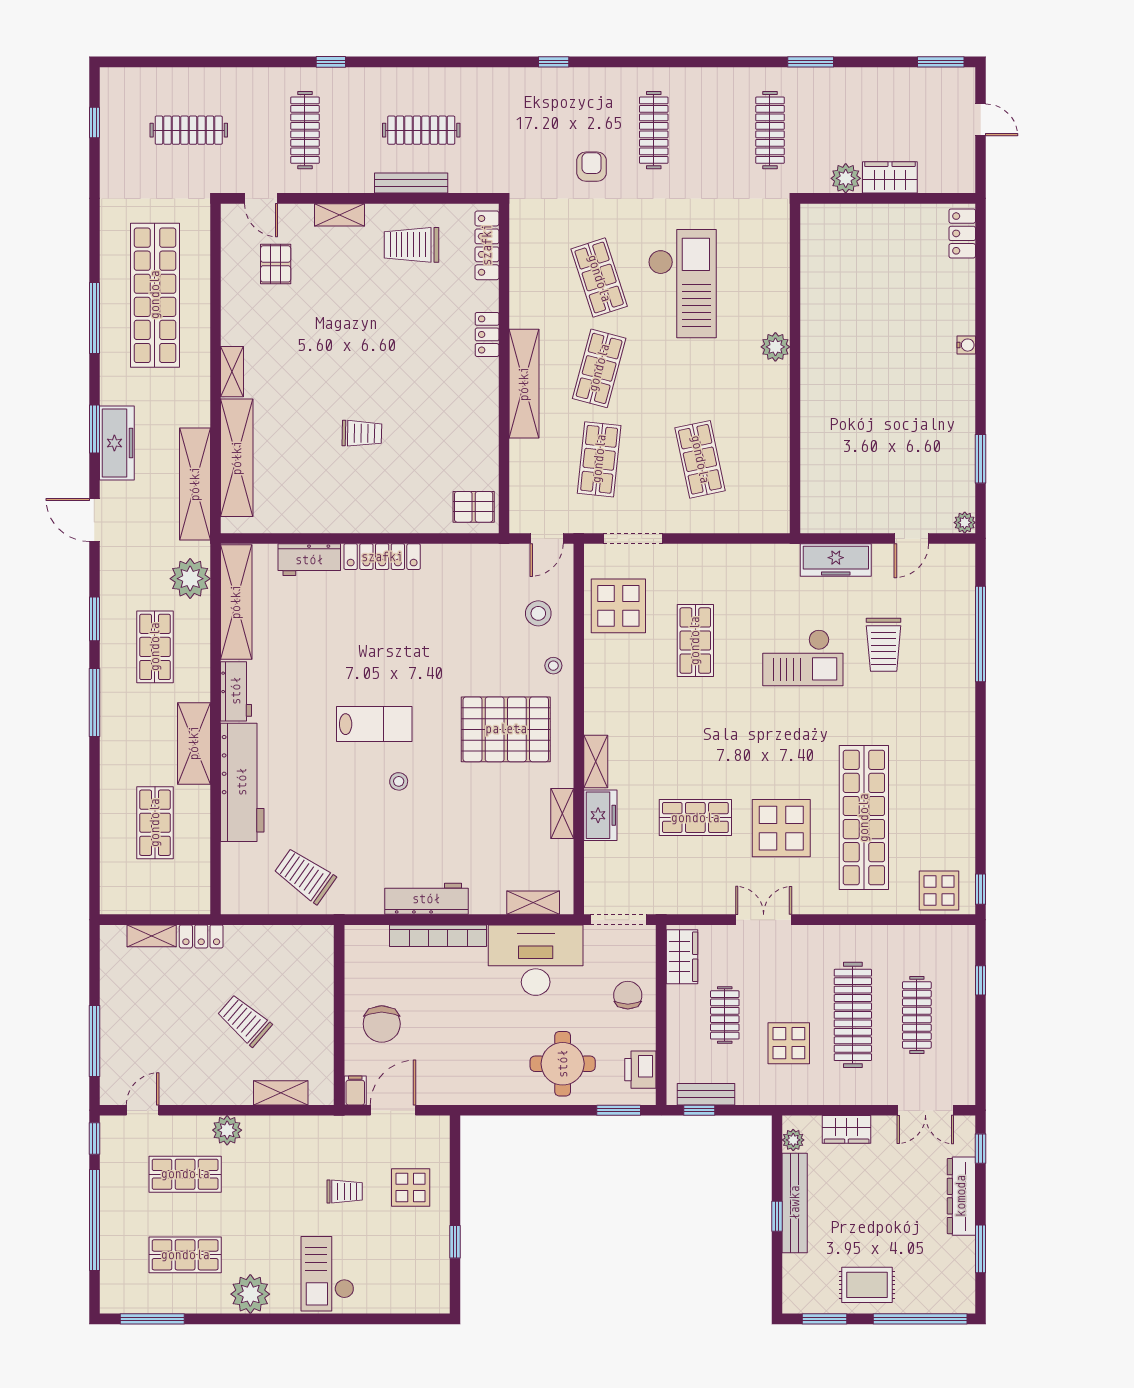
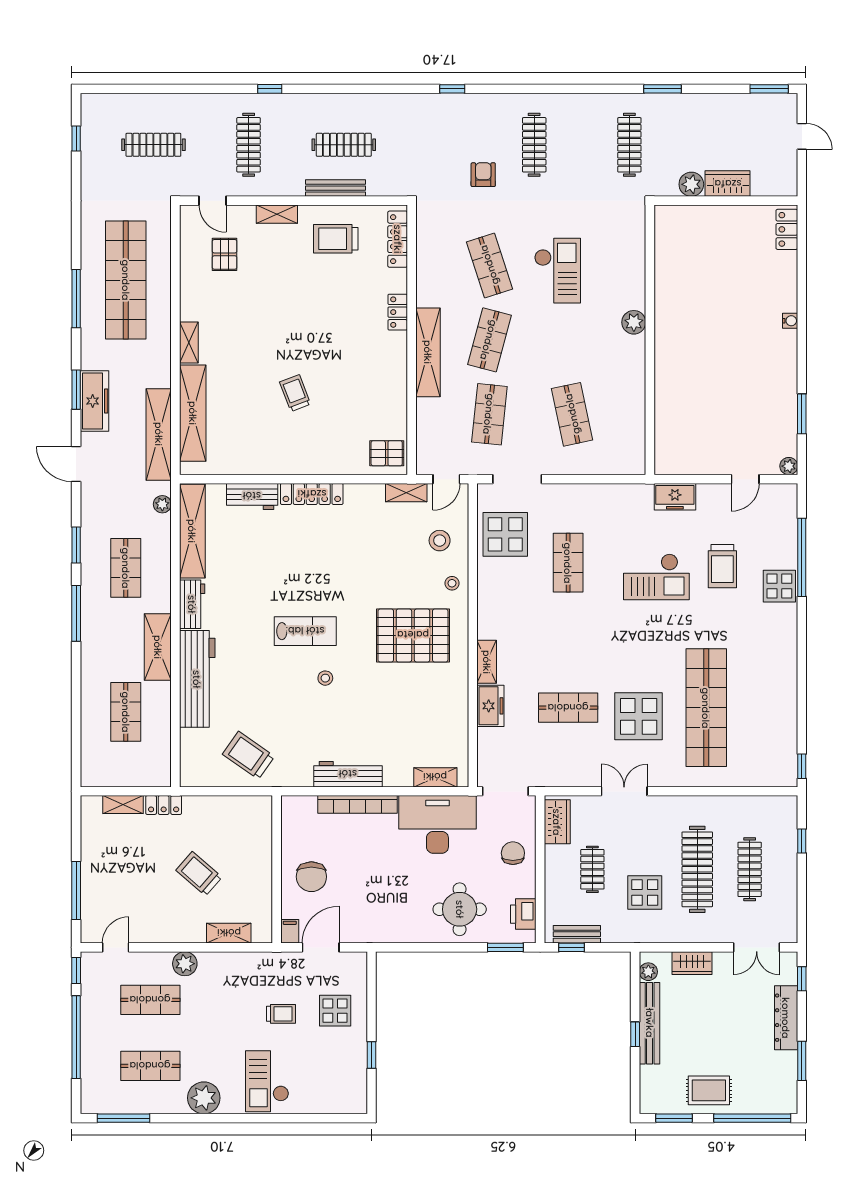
checkout: (682, 284) -> (558, 271), width x0.73, depth x0.83
trolley: (362, 433) -> (295, 393), turned -112
freezer: (836, 560) -> (675, 497), width x0.71
plant: (190, 579) -> (162, 504), width x0.53, depth x0.53
shelving: (562, 813) -> (406, 493), moved, turned 90
display table: (939, 890) -> (779, 586), moved

